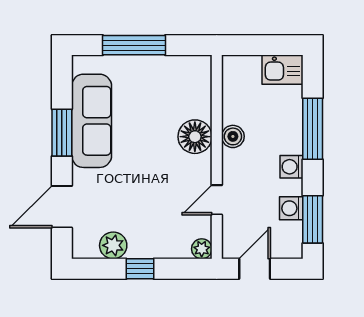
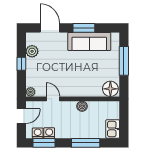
floor lamp: (195, 137) -> (110, 89), moved
washing machine: (291, 167) -> (38, 133), moved
door: (255, 269) -> (21, 116), hinge flipped

